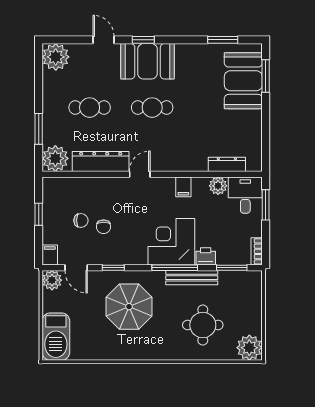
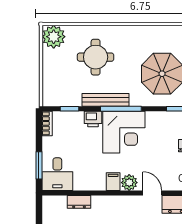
dresser: (227, 164) -> (79, 202), width x0.70
door: (140, 174) -> (152, 193), swing flipped
plant: (218, 186) -> (129, 183), moved
window: (232, 268) -> (69, 109), width x0.67

